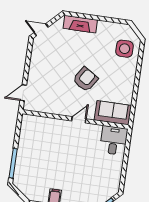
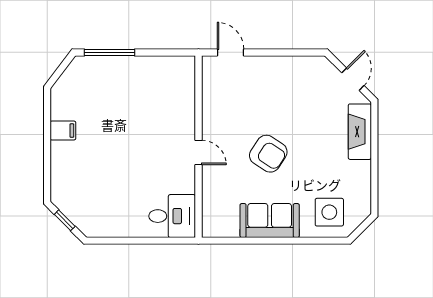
door: (41, 30) -> (353, 79), moved
sofa: (113, 113) -> (270, 221), moved, turned -90

